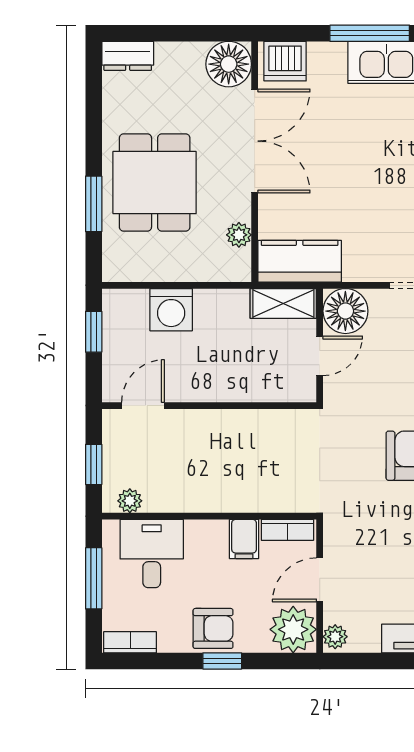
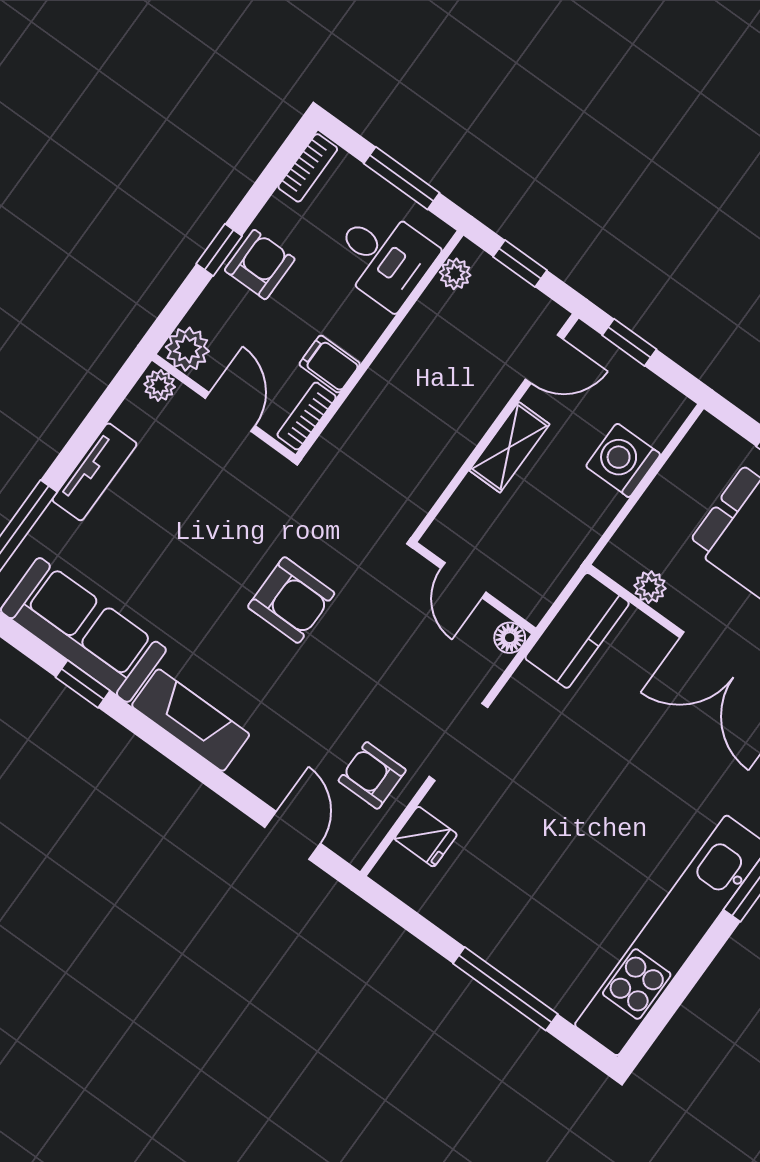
shelving: (283, 303) -> (509, 447), moved
floor lamp: (345, 311) -> (510, 638), width x0.53, depth x0.53
window: (94, 332) -> (629, 342), moved
door: (143, 406) -> (544, 359), hinge flipped
armchair: (213, 628) -> (260, 265), turned 180
plant: (293, 629) -> (187, 349), width x0.73, depth x0.73

